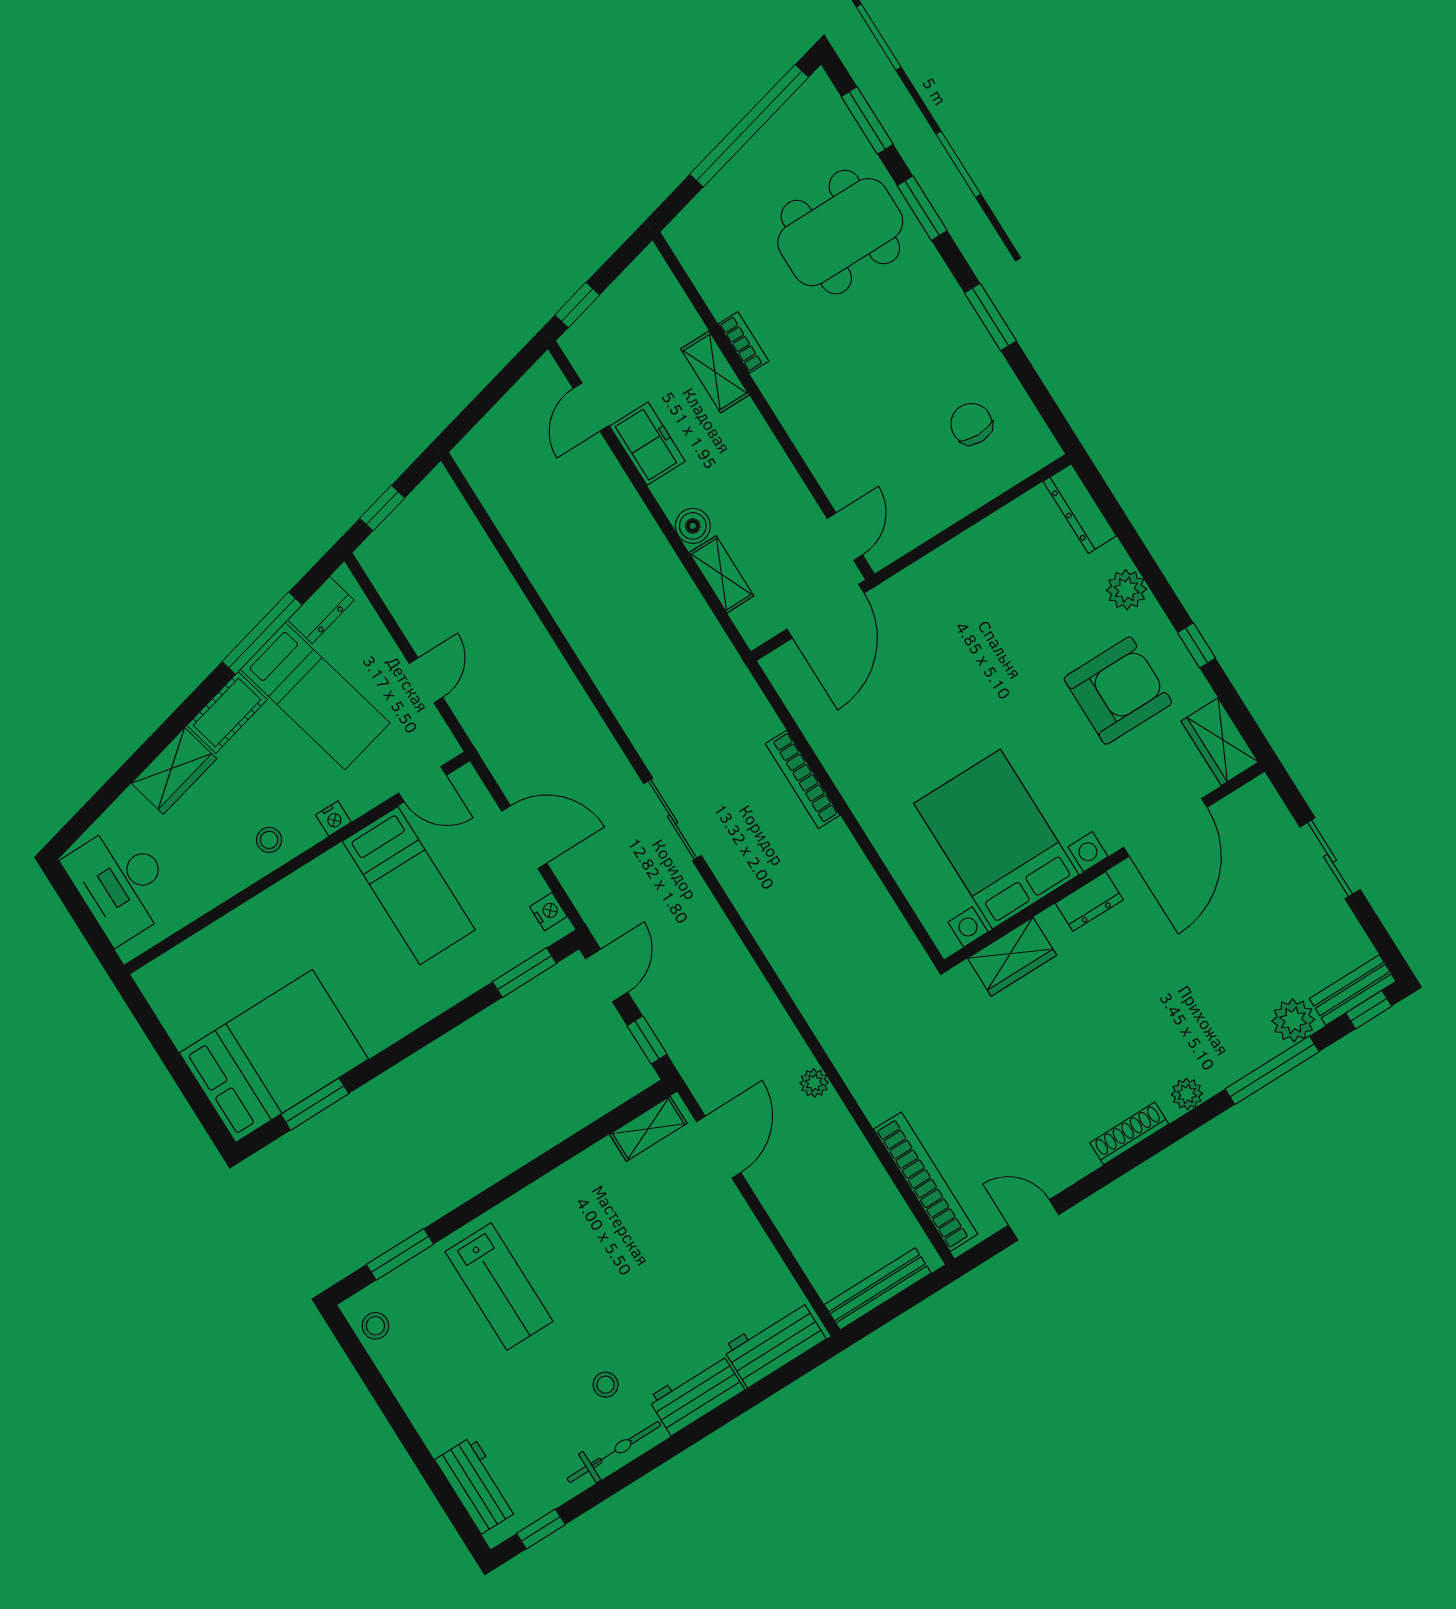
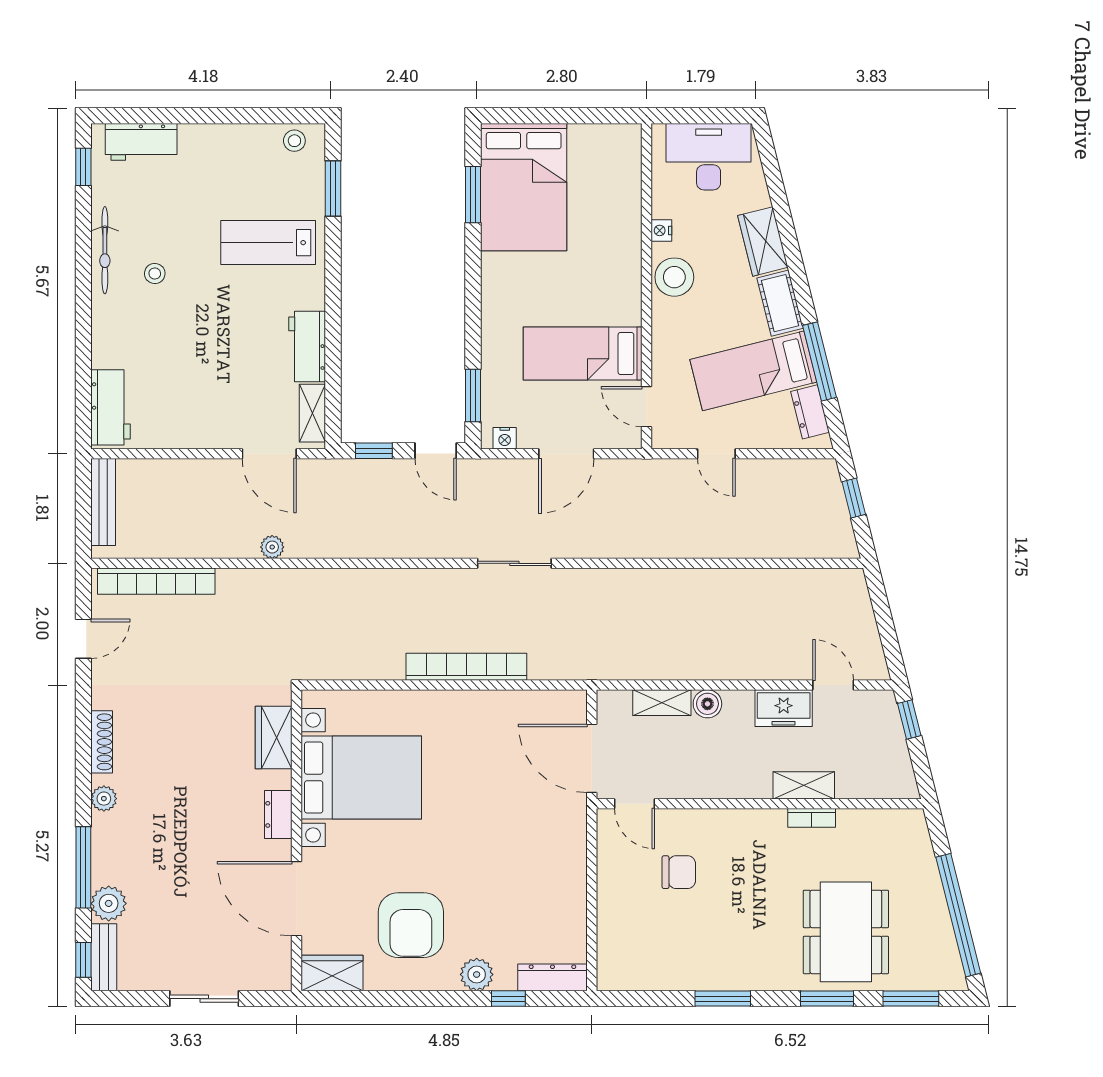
chair: (971, 424) -> (679, 872), moved
window: (1196, 645) -> (508, 999), moved
bookcase: (803, 779) -> (466, 667), width x1.48, depth x1.31
door: (423, 784) -> (646, 407), hinge flipped
nightstand: (333, 819) -> (661, 230), moved
stool: (269, 840) -> (674, 277), width x1.89, depth x1.89
workbench: (696, 1394) -> (307, 346), moved, turned 180

